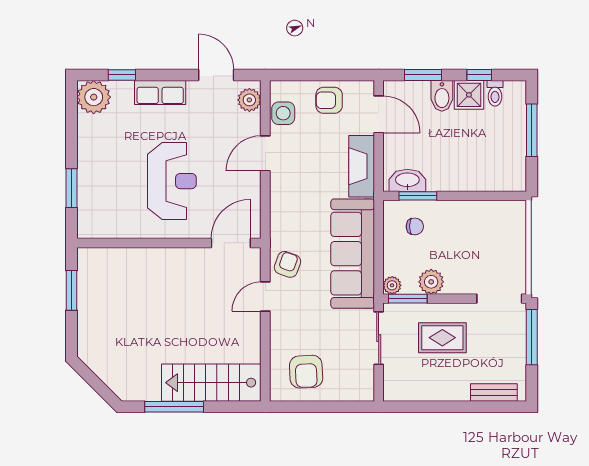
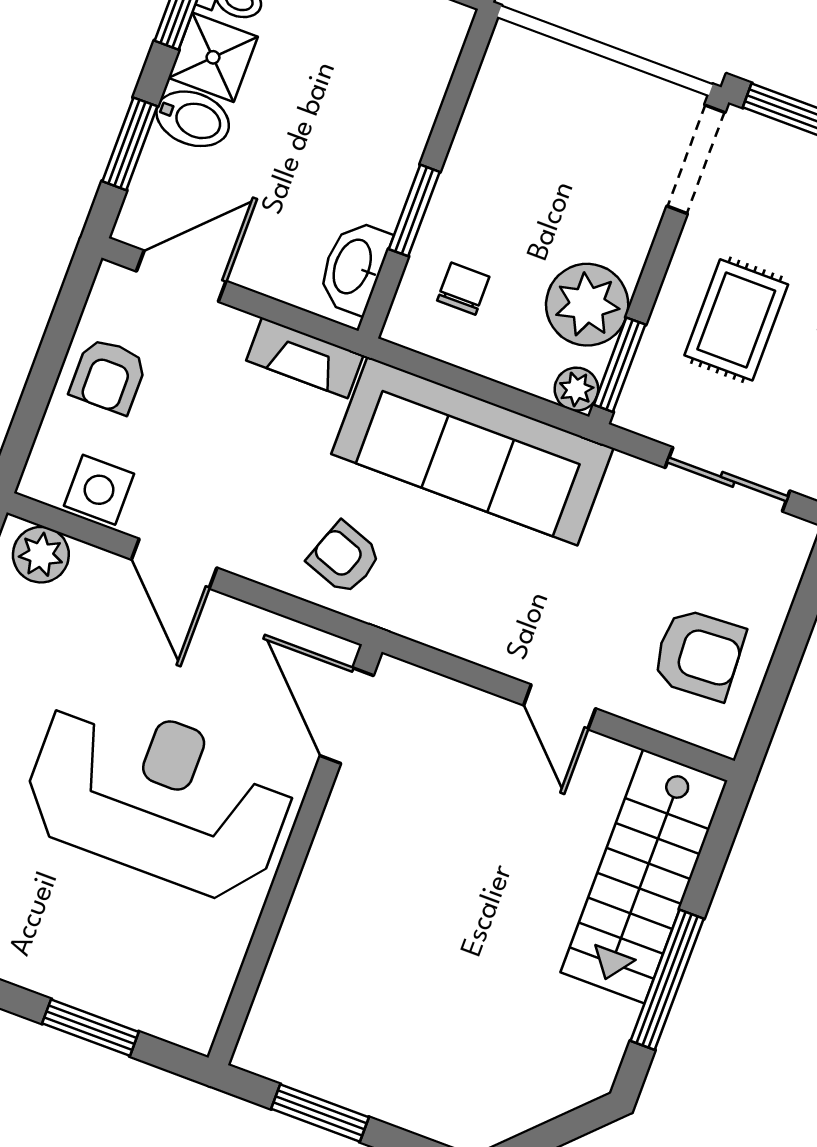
fireplace: (362, 166) -> (305, 358), width x0.73, depth x0.76
reception desk: (172, 181) -> (158, 797), width x1.36, depth x1.30
window: (418, 196) -> (414, 210), moved
armchair: (287, 264) -> (344, 558), moved
plant: (431, 282) -> (587, 305), width x1.36, depth x1.36
door: (265, 296) -> (560, 707), moved
sliding door: (379, 338) -> (728, 479), moved

